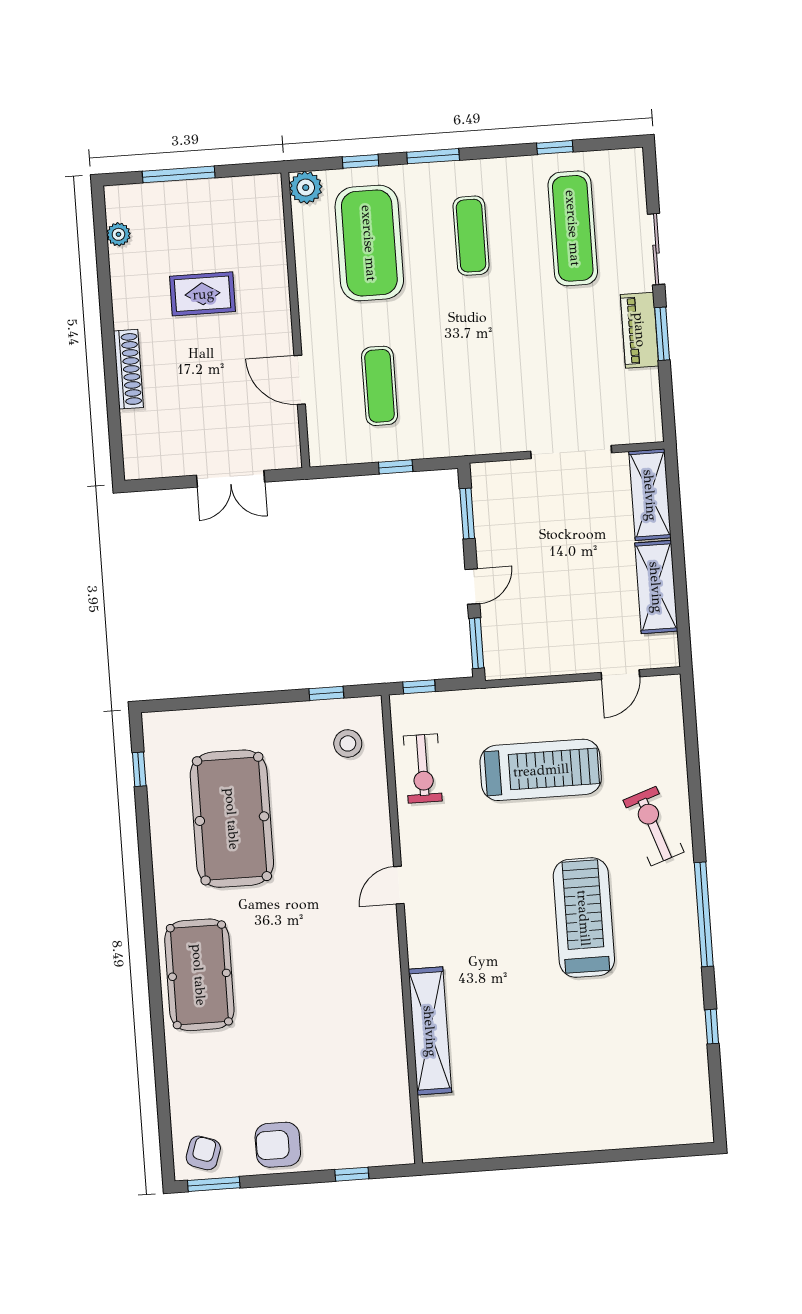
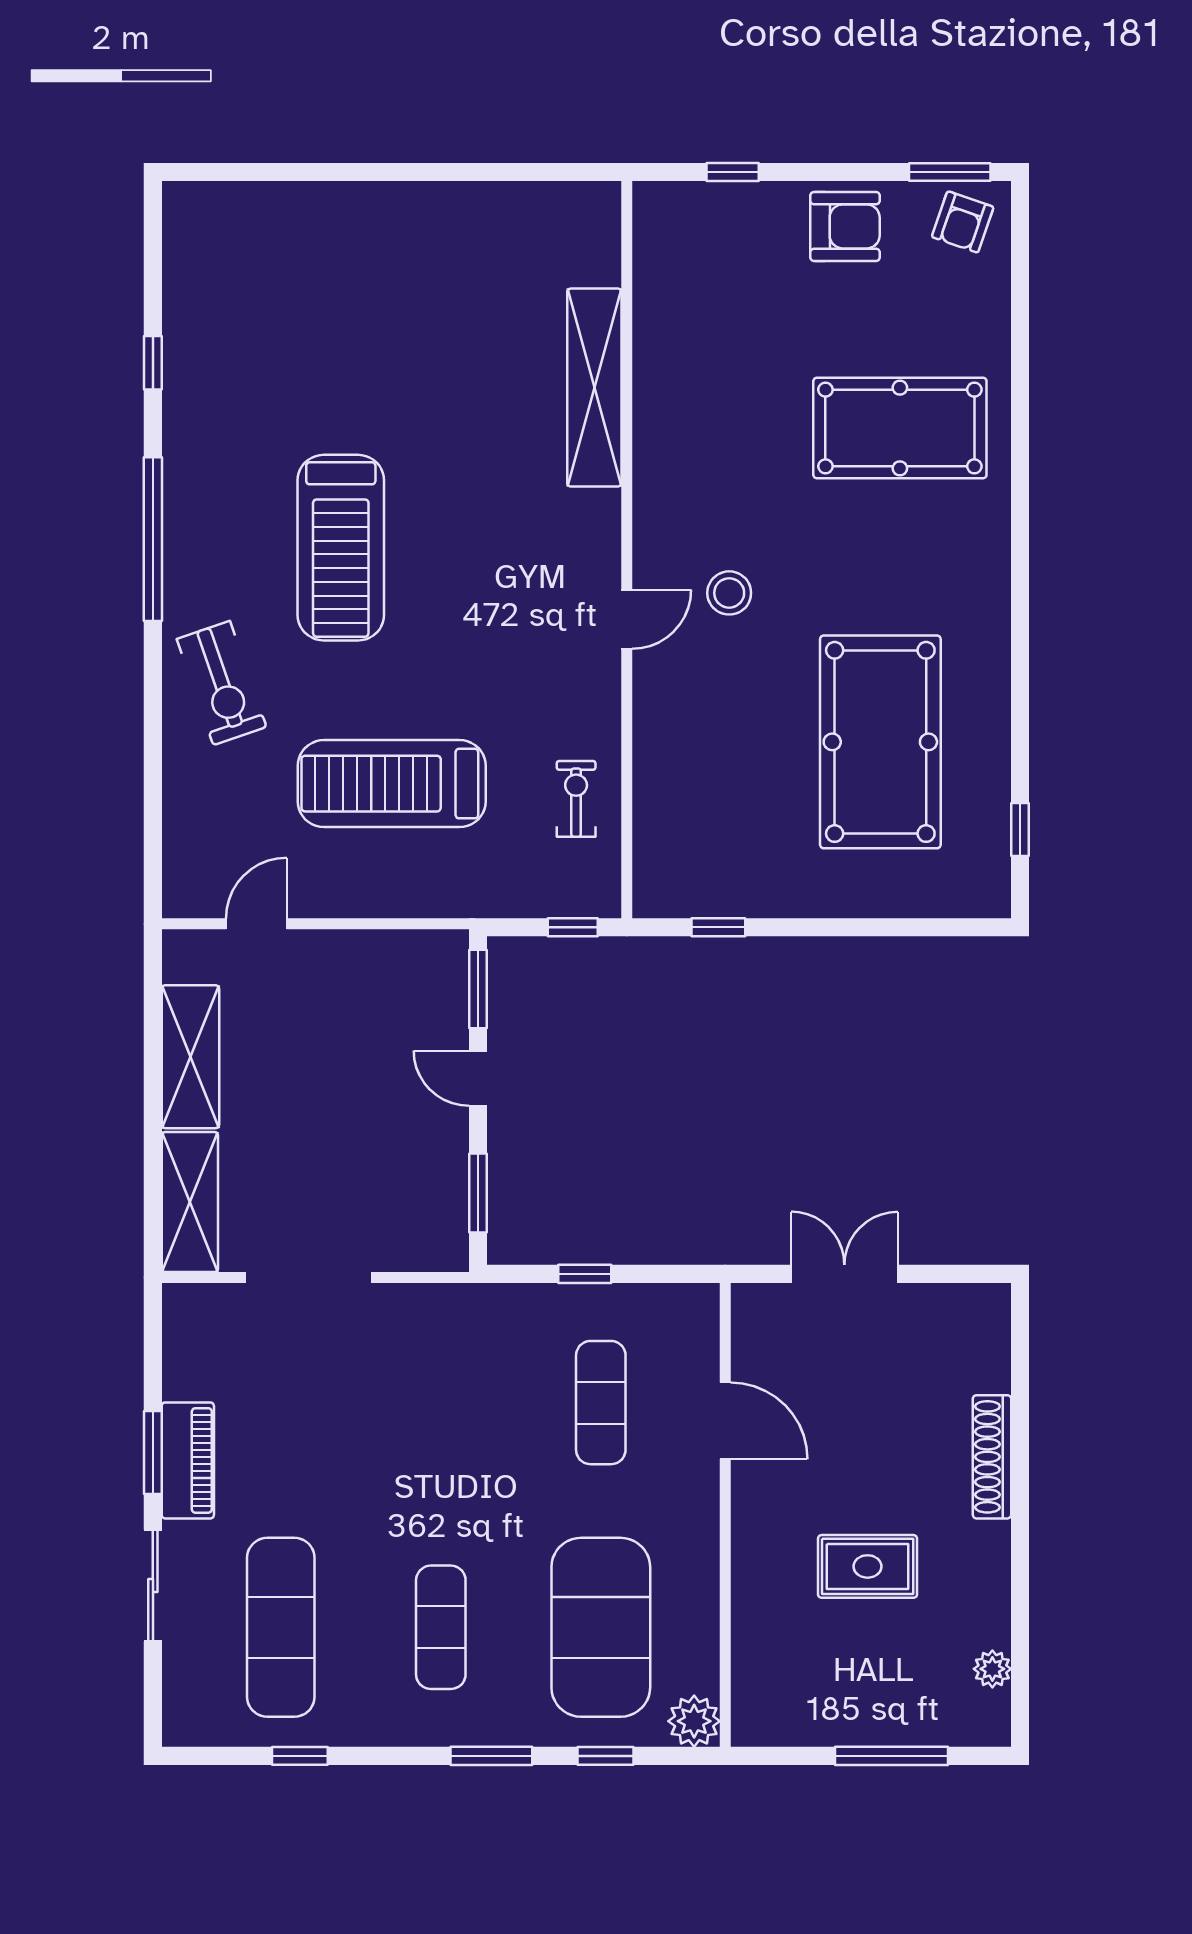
door: (472, 586) -> (478, 1078), hinge flipped
stool: (348, 743) -> (729, 593), moved
exercise bike: (423, 769) -> (576, 799), width x0.73, depth x0.72
pool table: (199, 975) -> (900, 428), moved, turned 90

